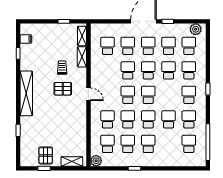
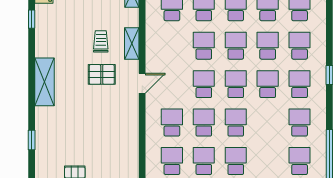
shelving: (82, 57) -> (132, 44), moved
shelving: (26, 93) -> (44, 82), width x0.68
door: (88, 94) -> (142, 83), hinge flipped
school desk: (169, 119) -> (268, 84), moved

